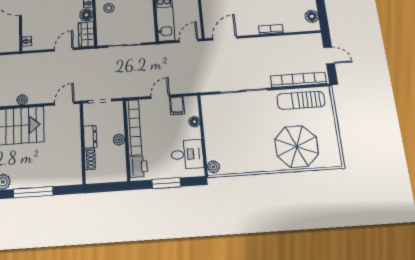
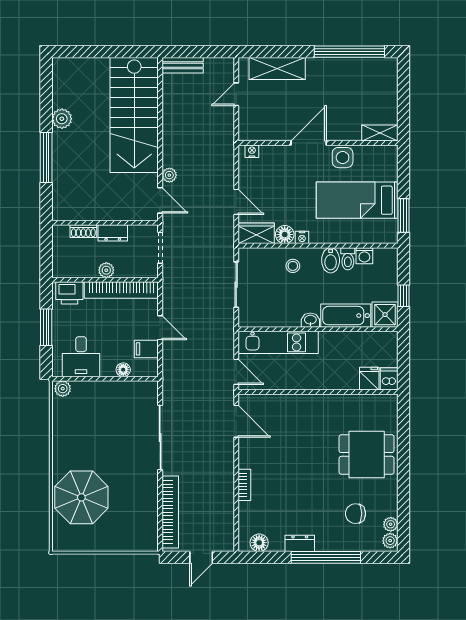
plant: (22, 100) -> (169, 175), moved
sun lounger: (301, 100) -> (142, 511), removed

